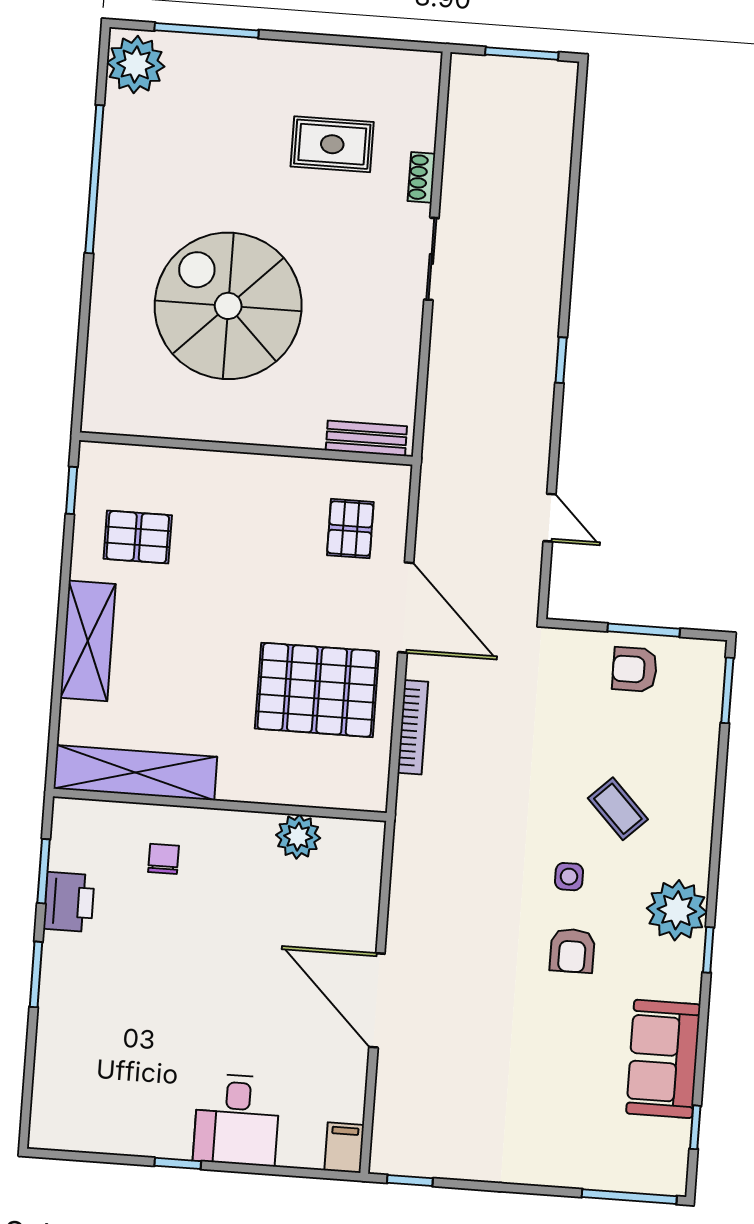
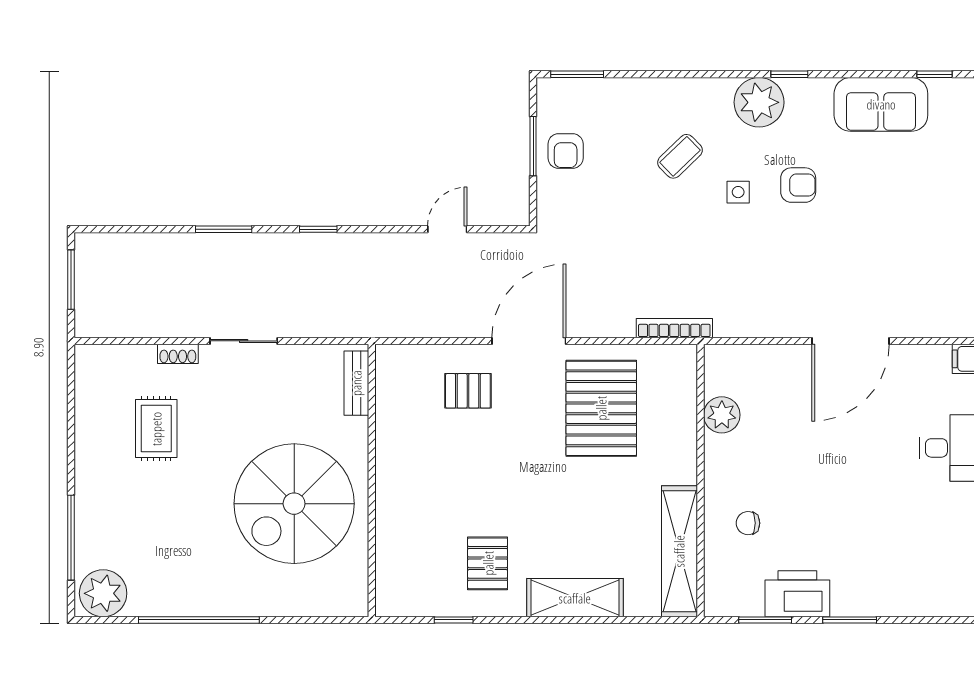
window: (570, 244) -> (224, 229), added
bench: (366, 438) -> (356, 383), moved
wall: (246, 448) -> (372, 480), moved
bookcase: (413, 727) -> (674, 328), moved
printer: (69, 902) -> (797, 594), width x1.37, depth x1.19

